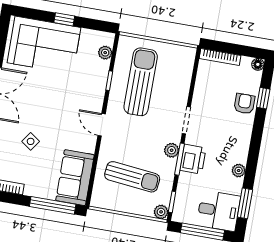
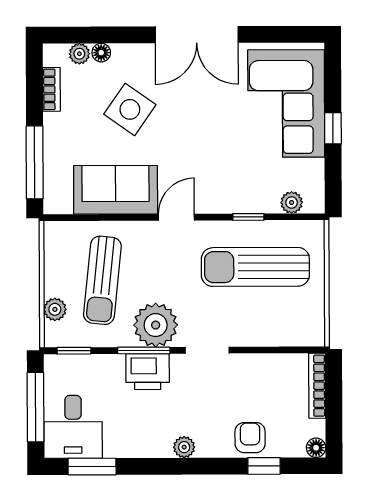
sun lounger: (141, 82) -> (255, 267), turned 180
armchair: (244, 104) -> (250, 438), turned -90
side table: (31, 141) -> (130, 109), width x1.87, depth x1.87
plant: (172, 150) -> (156, 325), width x1.88, depth x1.88
plant: (239, 171) -> (184, 447), moved
sofa: (75, 178) -> (116, 190), moved
plant: (161, 212) -> (55, 309), moved

